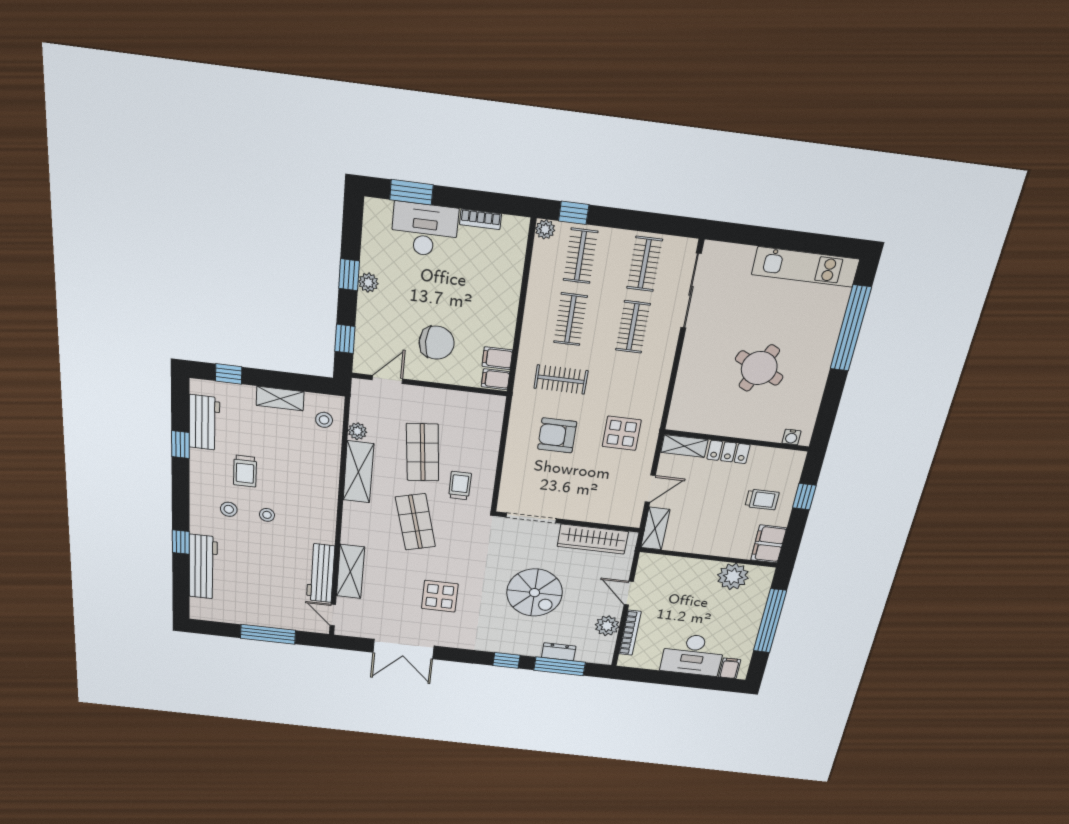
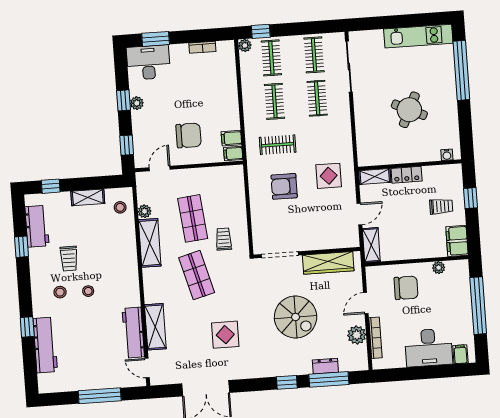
desk: (425, 230) -> (148, 62), moved
plant: (733, 576) -> (439, 268), width x0.53, depth x0.53
chair: (685, 585) -> (406, 288), added
door: (629, 593) -> (366, 303), hinge flipped

